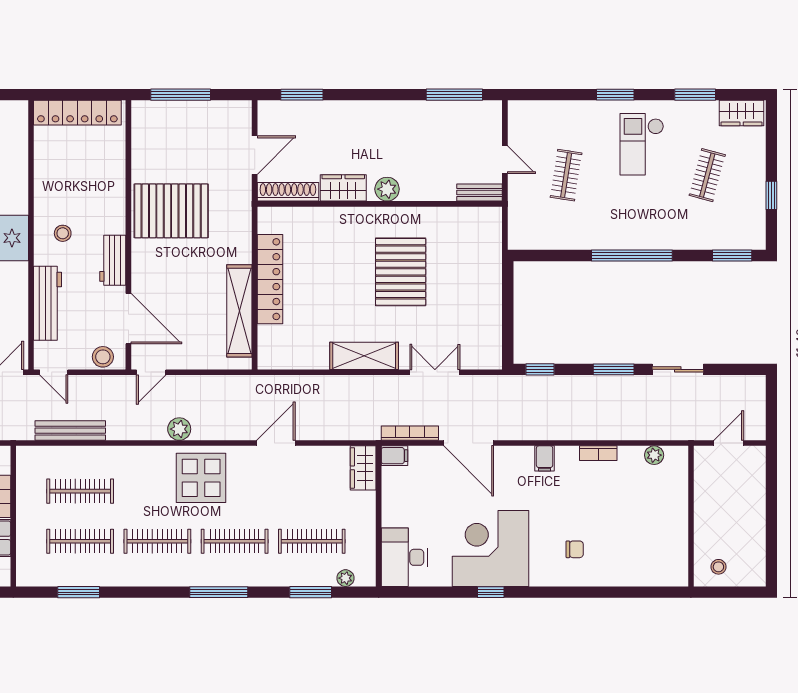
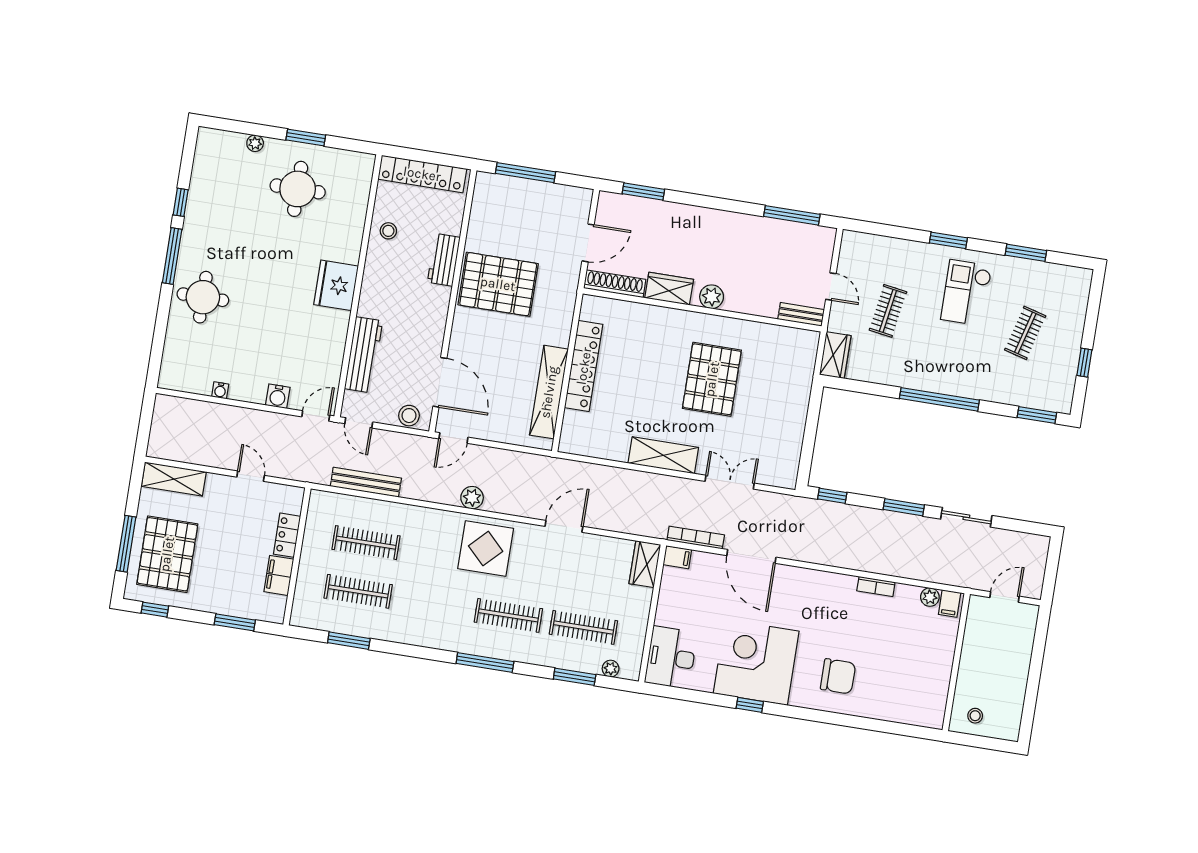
wardrobe: (742, 113) -> (835, 355), moved, turned -90
stool: (63, 233) -> (388, 231), moved
workbench: (113, 260) -> (444, 260), moved
filing cabinet: (545, 458) -> (950, 604), moved
clothes rail: (157, 541) -> (433, 603), removed
chair: (575, 549) -> (838, 676), width x1.87, depth x1.87

